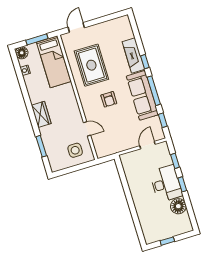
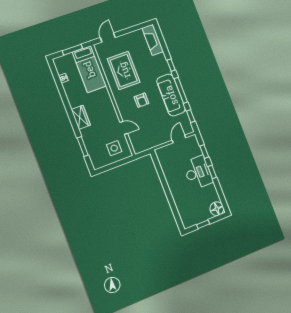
floor lamp: (22, 53) -> (59, 62), removed
fireplace: (133, 55) -> (153, 40), moved
floor lamp: (178, 206) -> (217, 209), moved

